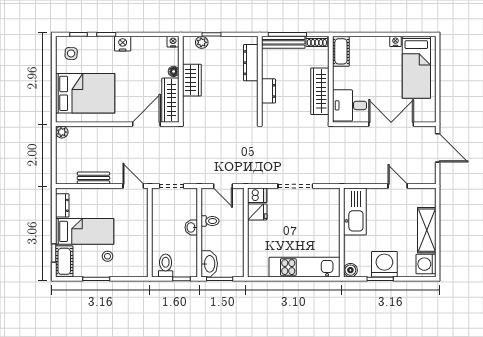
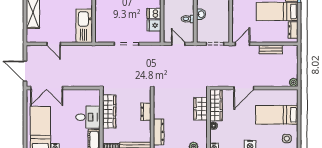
wardrobe: (192, 80) -> (201, 109), moved
bed: (85, 93) -> (277, 115), width x0.67
desk: (350, 105) -> (88, 117), moved
door: (146, 124) -> (244, 88), moved
double door: (391, 124) -> (47, 88), moved
door: (133, 186) -> (242, 44), swing flipped
dishwasher: (257, 195) -> (154, 13), moved

